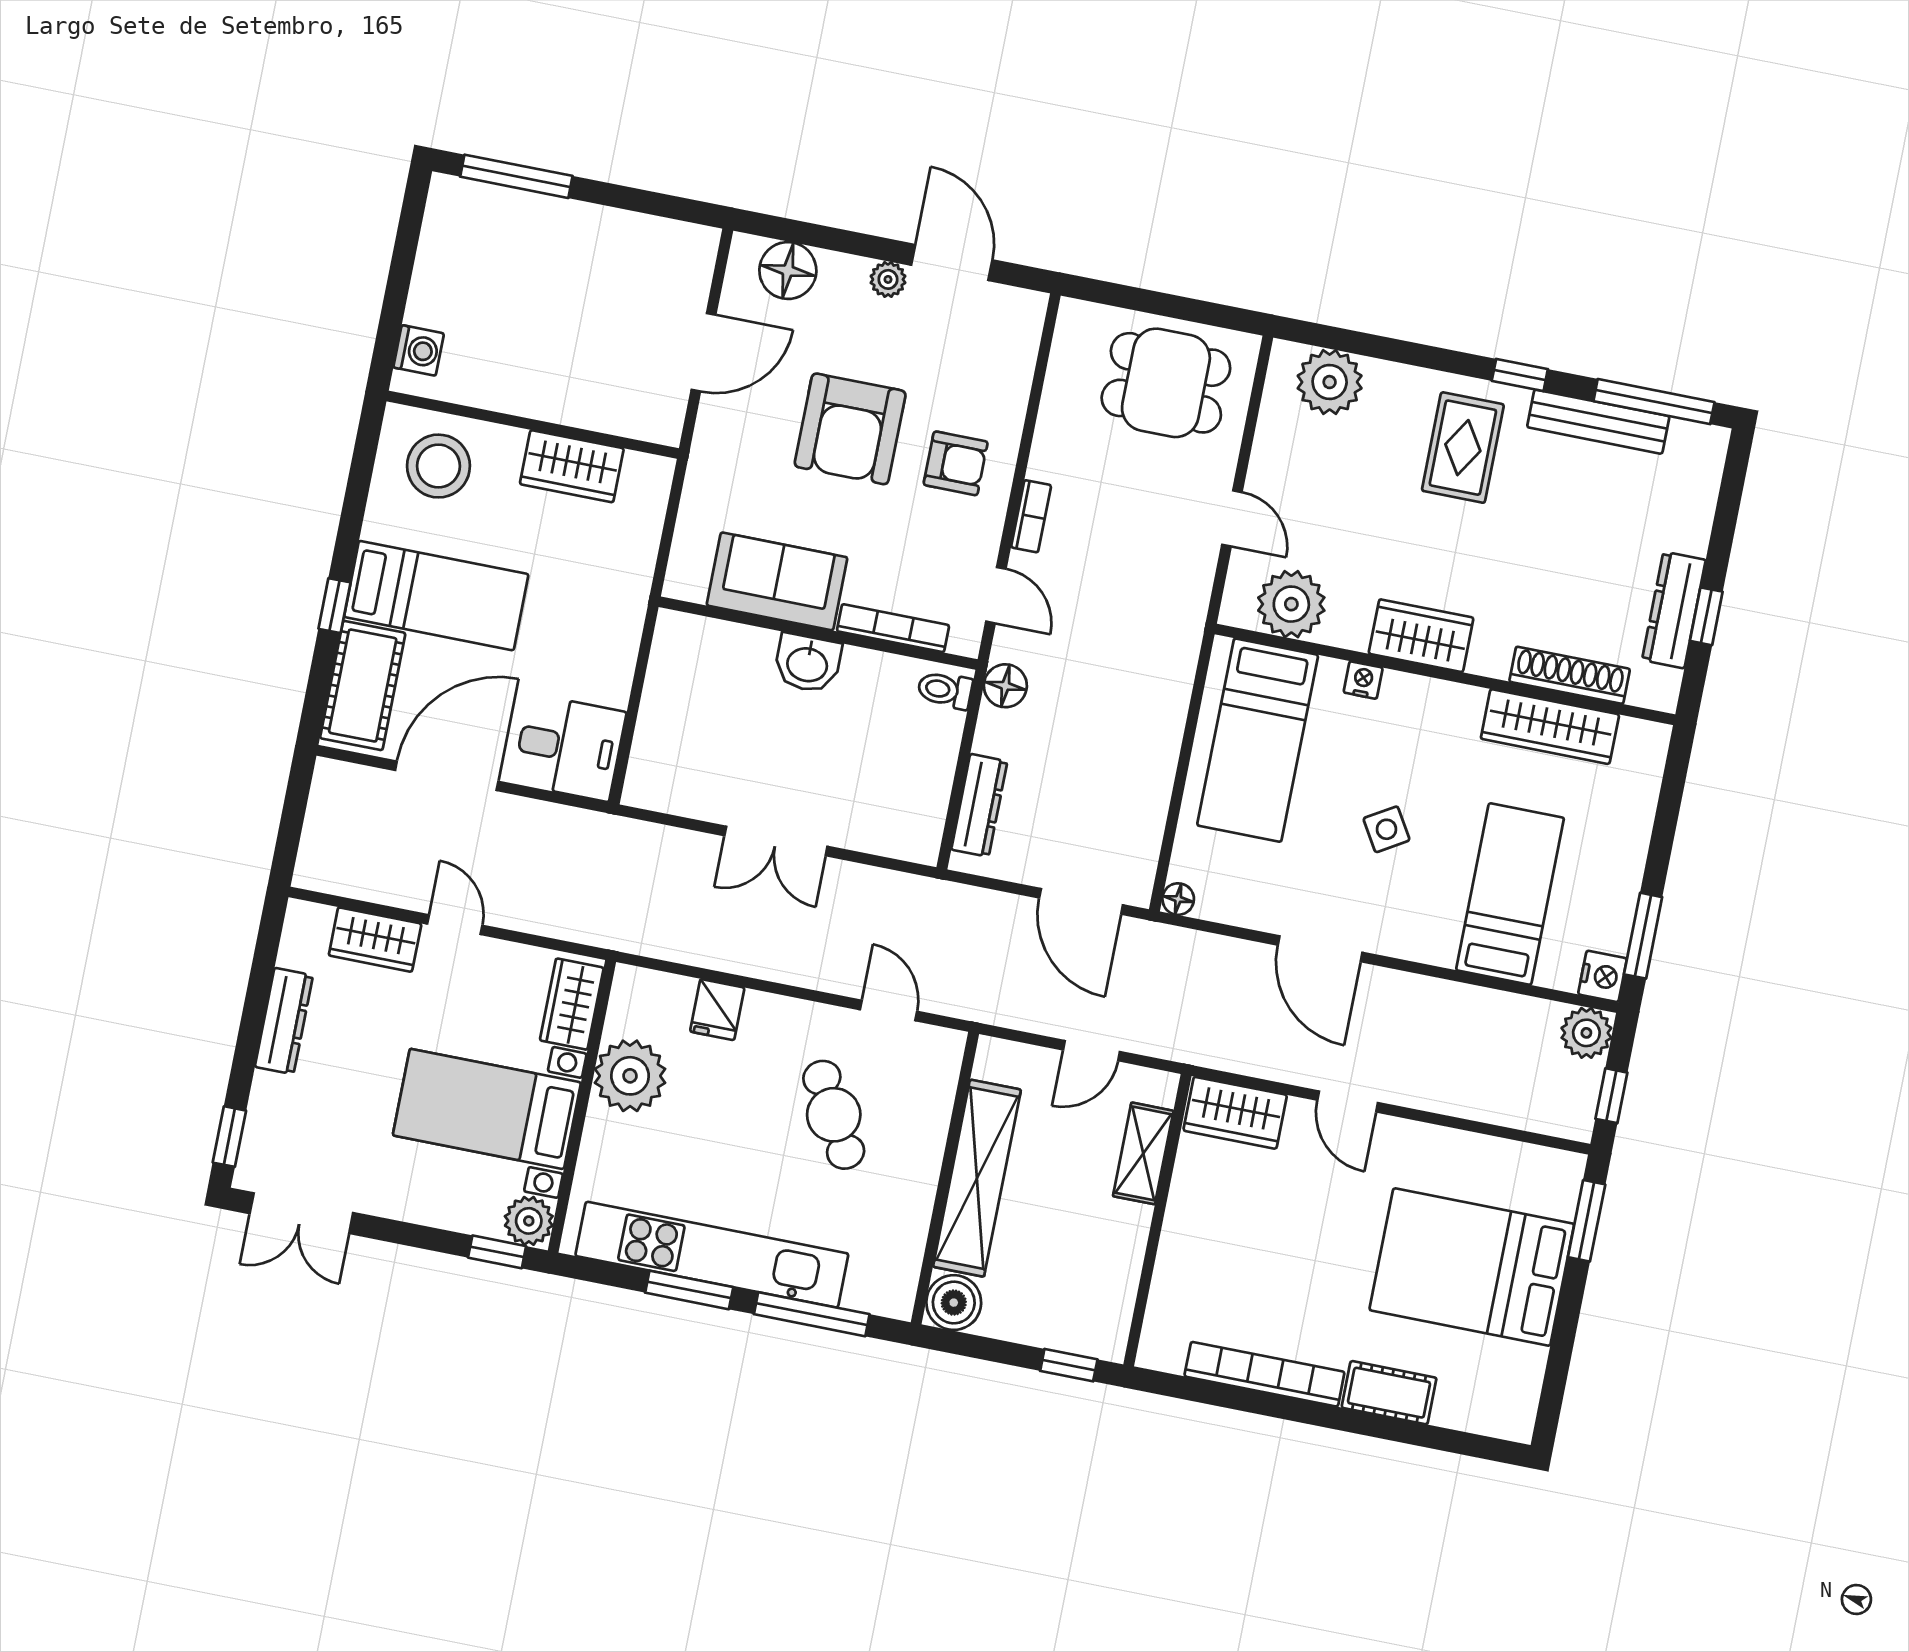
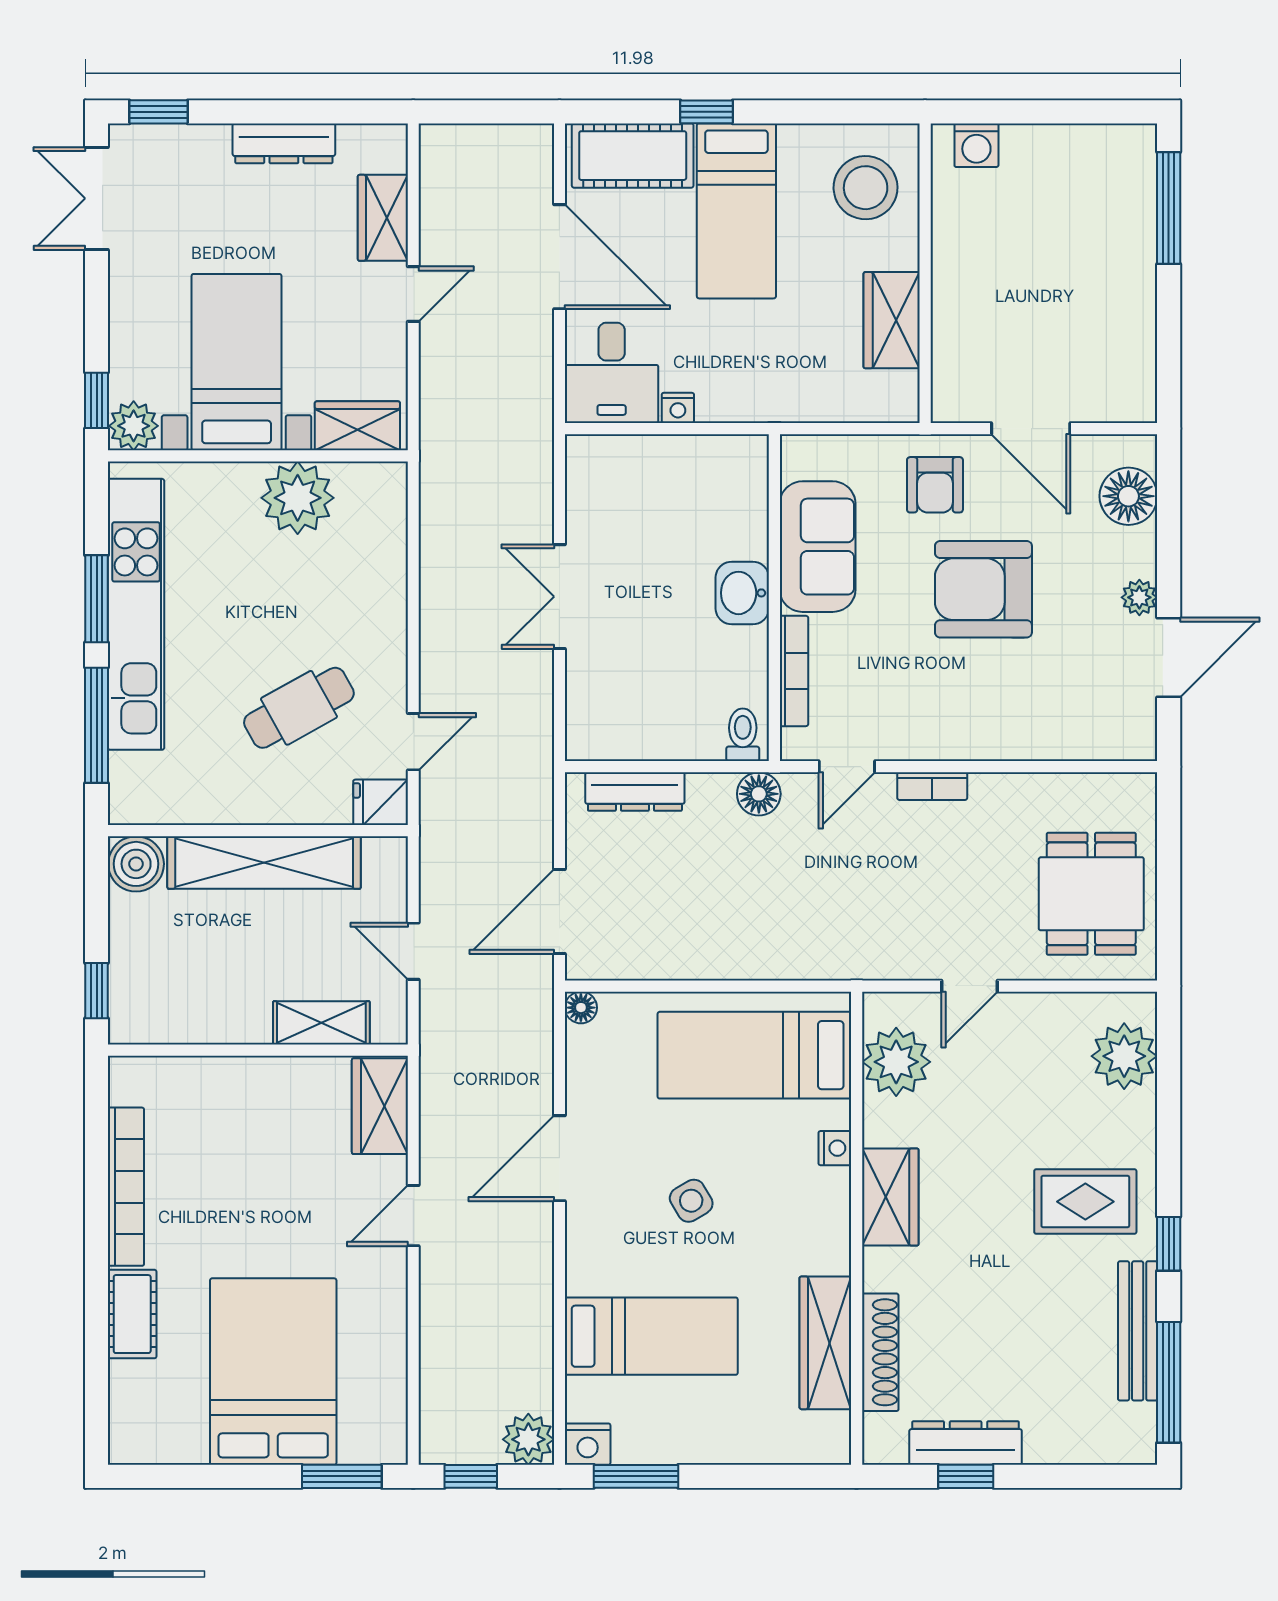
armchair: (956, 463) -> (935, 485), moved
nightstand: (616, 690) -> (678, 408), added
fridge: (717, 1010) -> (381, 802), moved

